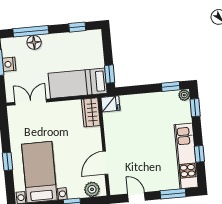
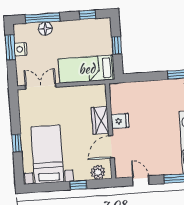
window: (110, 74) -> (117, 45), moved
fridge: (110, 104) -> (120, 121), moved
wardrobe: (91, 112) -> (100, 120), moved

